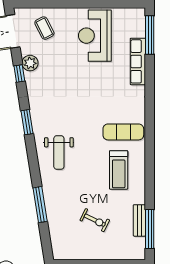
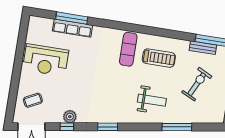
window: (150, 35) -> (72, 18), moved
plant: (30, 63) -> (70, 117), moved
weight bench: (59, 152) -> (152, 100), moved
exercise bike: (95, 220) -> (197, 84), width x1.38, depth x1.39

